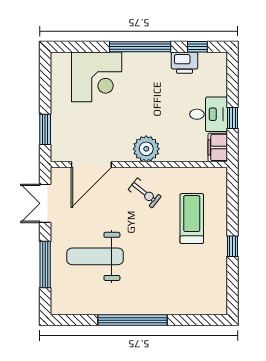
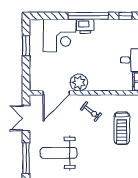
printer: (185, 63) -> (85, 26), moved
window: (45, 129) -> (26, 46), moved
plant: (146, 149) -> (79, 83), moved
treadmill: (192, 219) -> (122, 128), turned 180

